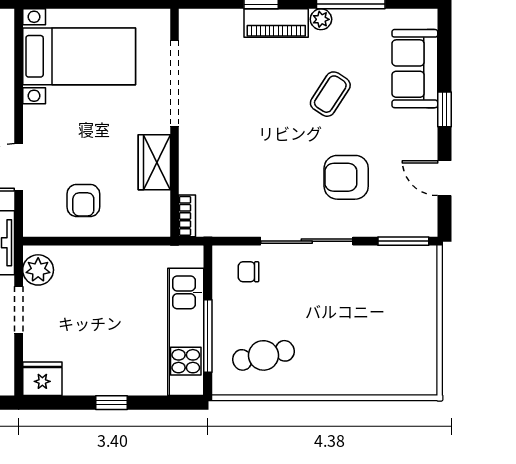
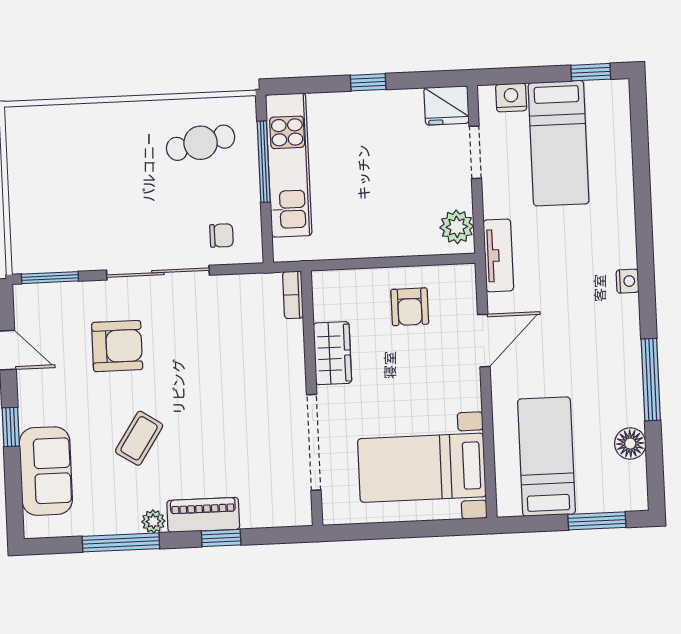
armchair: (83, 200) -> (410, 307), turned 180
doorway: (19, 310) -> (475, 152), moved

